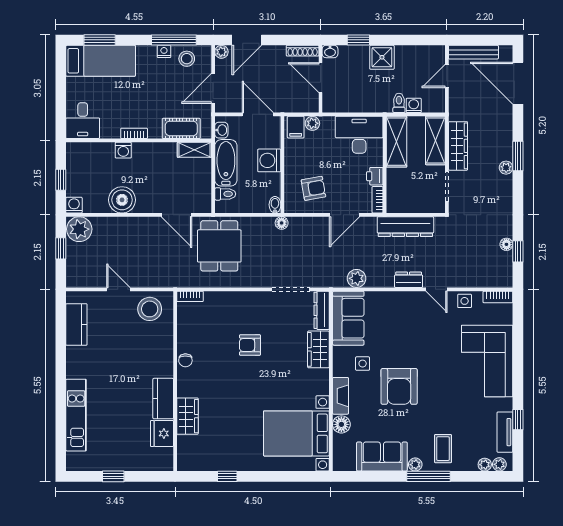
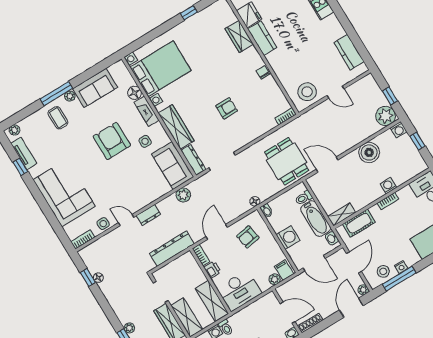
wardrobe: (318, 349) -> (176, 127), width x1.50
plant: (485, 465) -> (24, 124), removed

